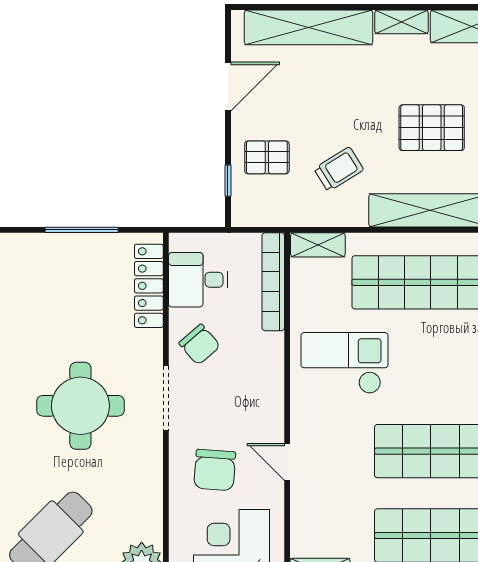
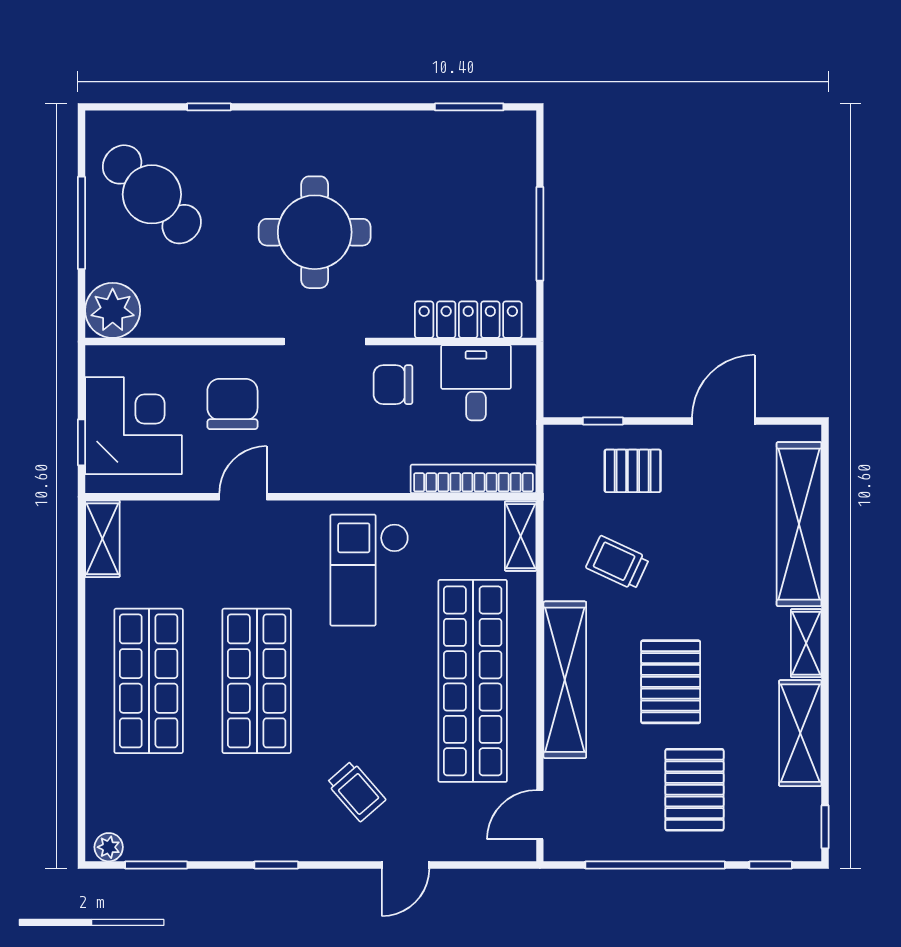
door: (228, 87) -> (723, 421), swing flipped
pallet: (267, 157) -> (633, 471), turned 90
trolley: (339, 169) -> (618, 563), turned 147
chair: (200, 345) -> (393, 385), turned 41
checkout: (344, 363) -> (369, 570), turned 180
chair: (215, 470) -> (232, 404), turned 86

